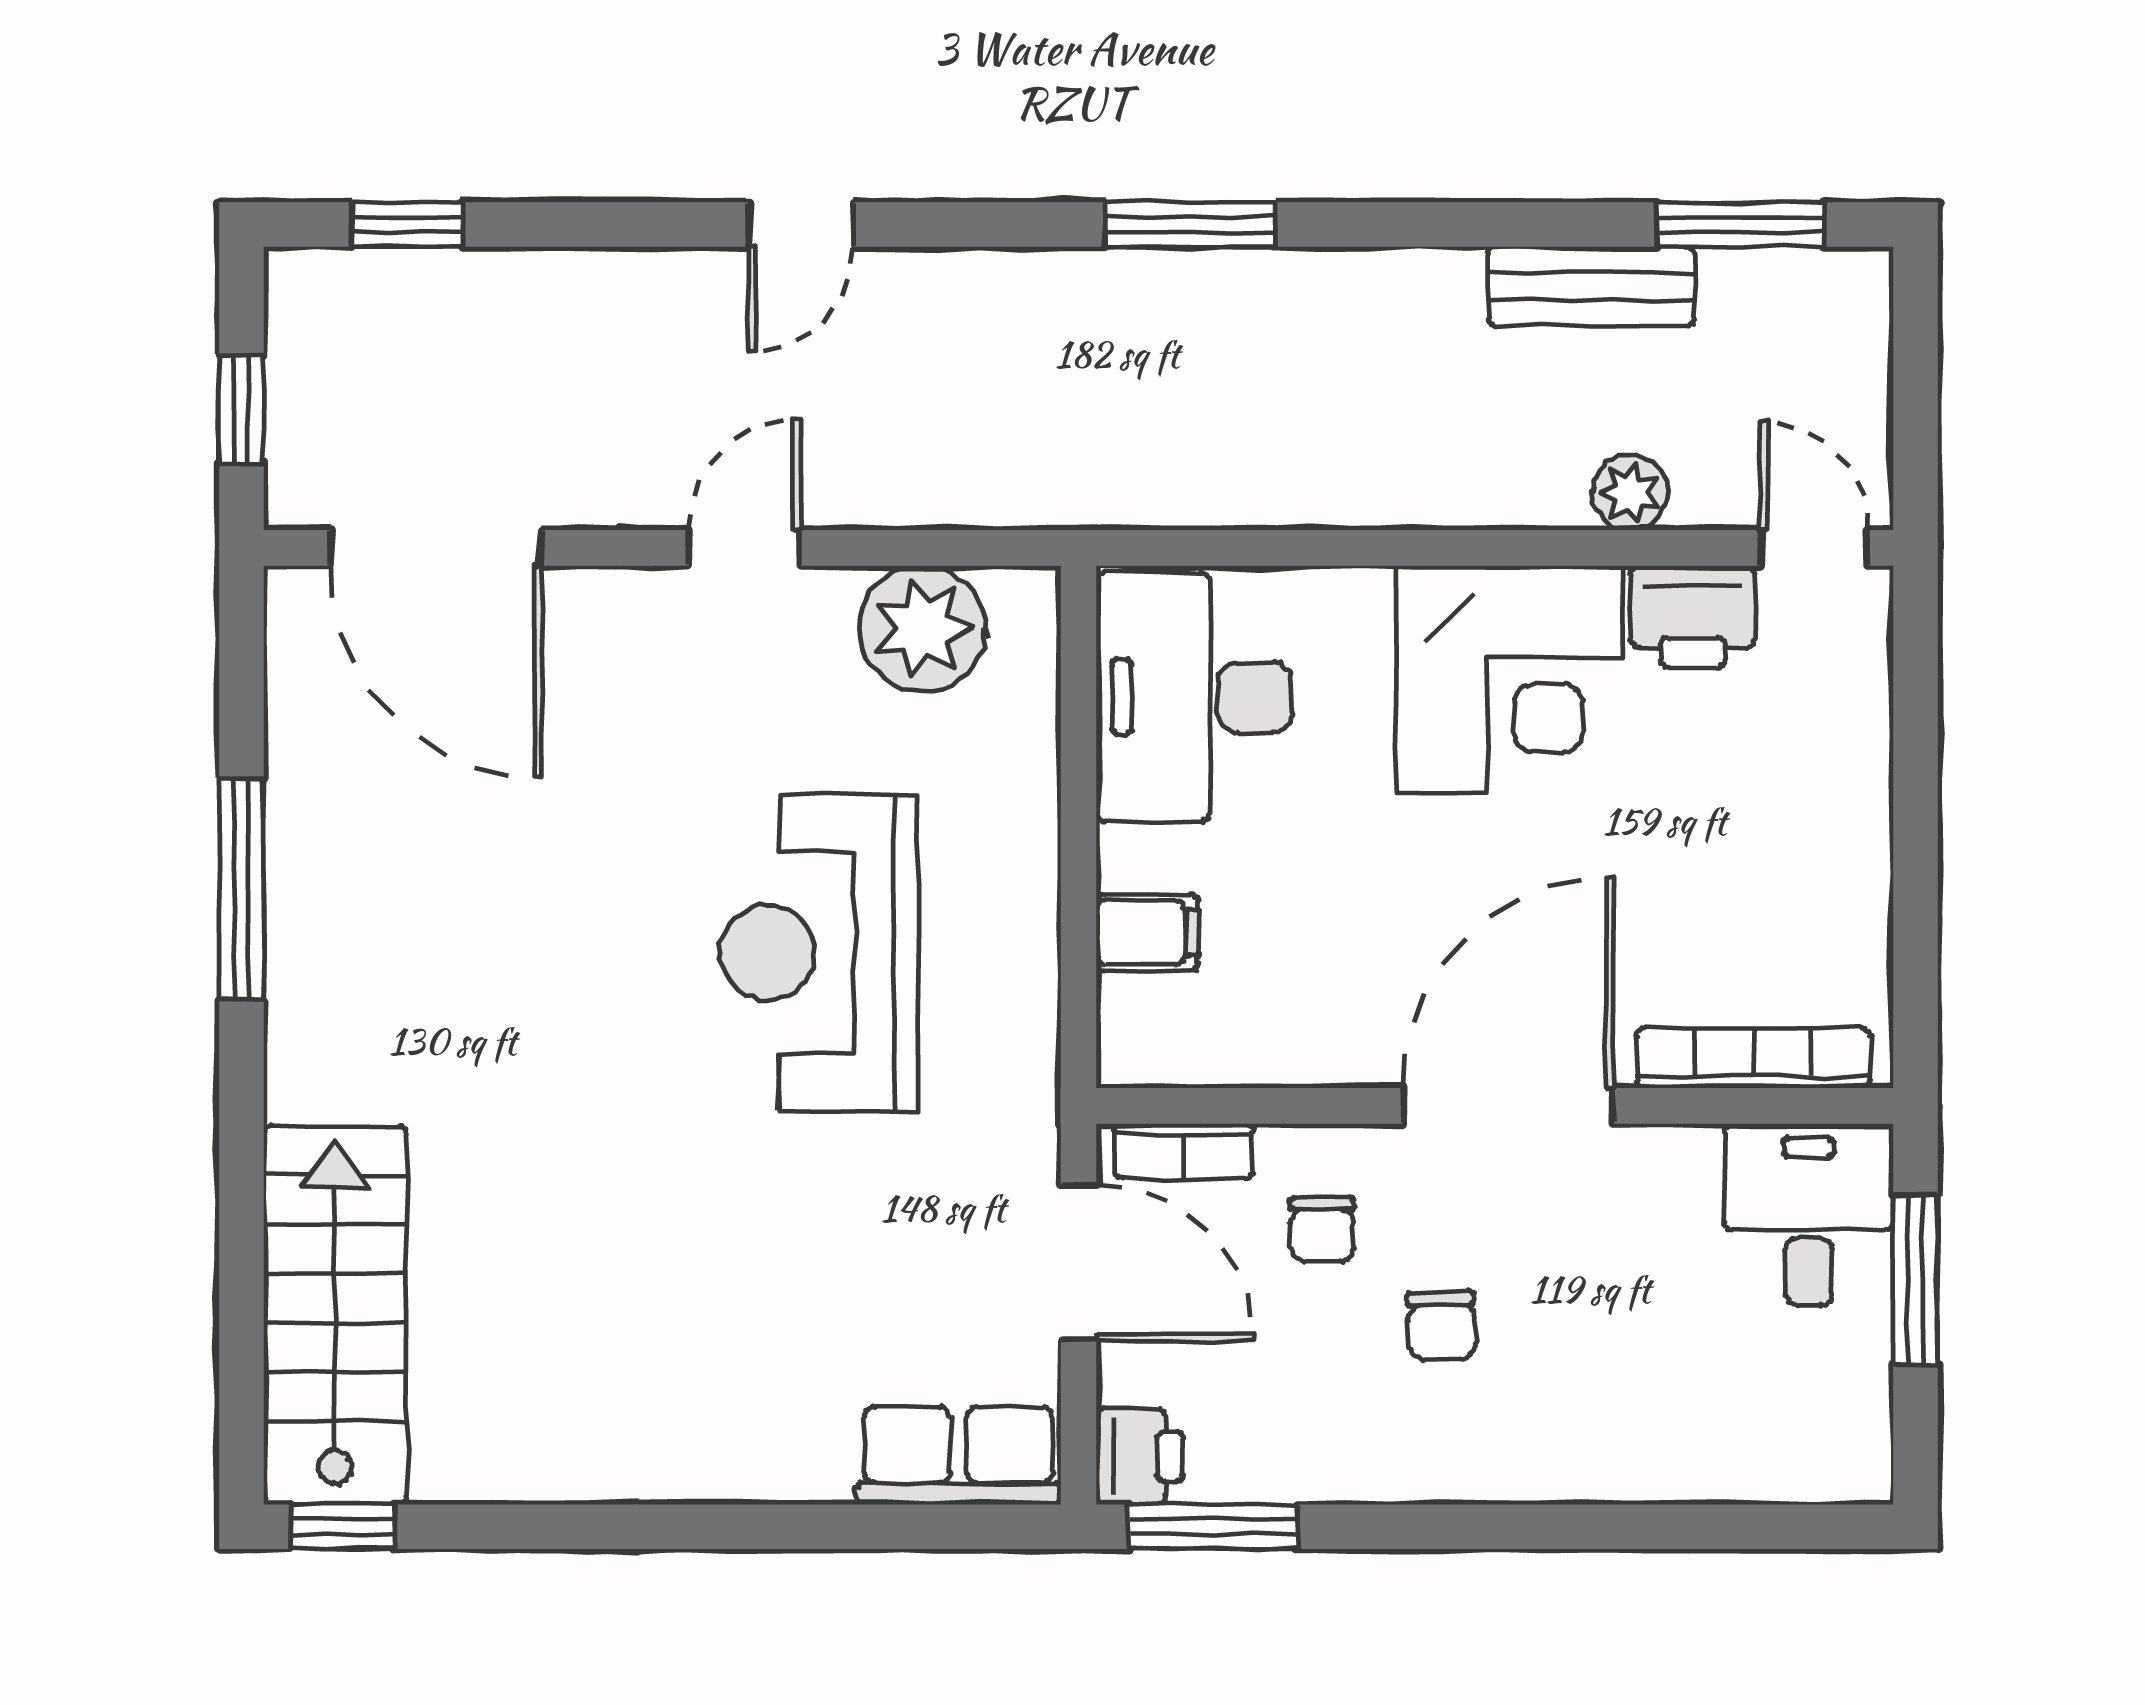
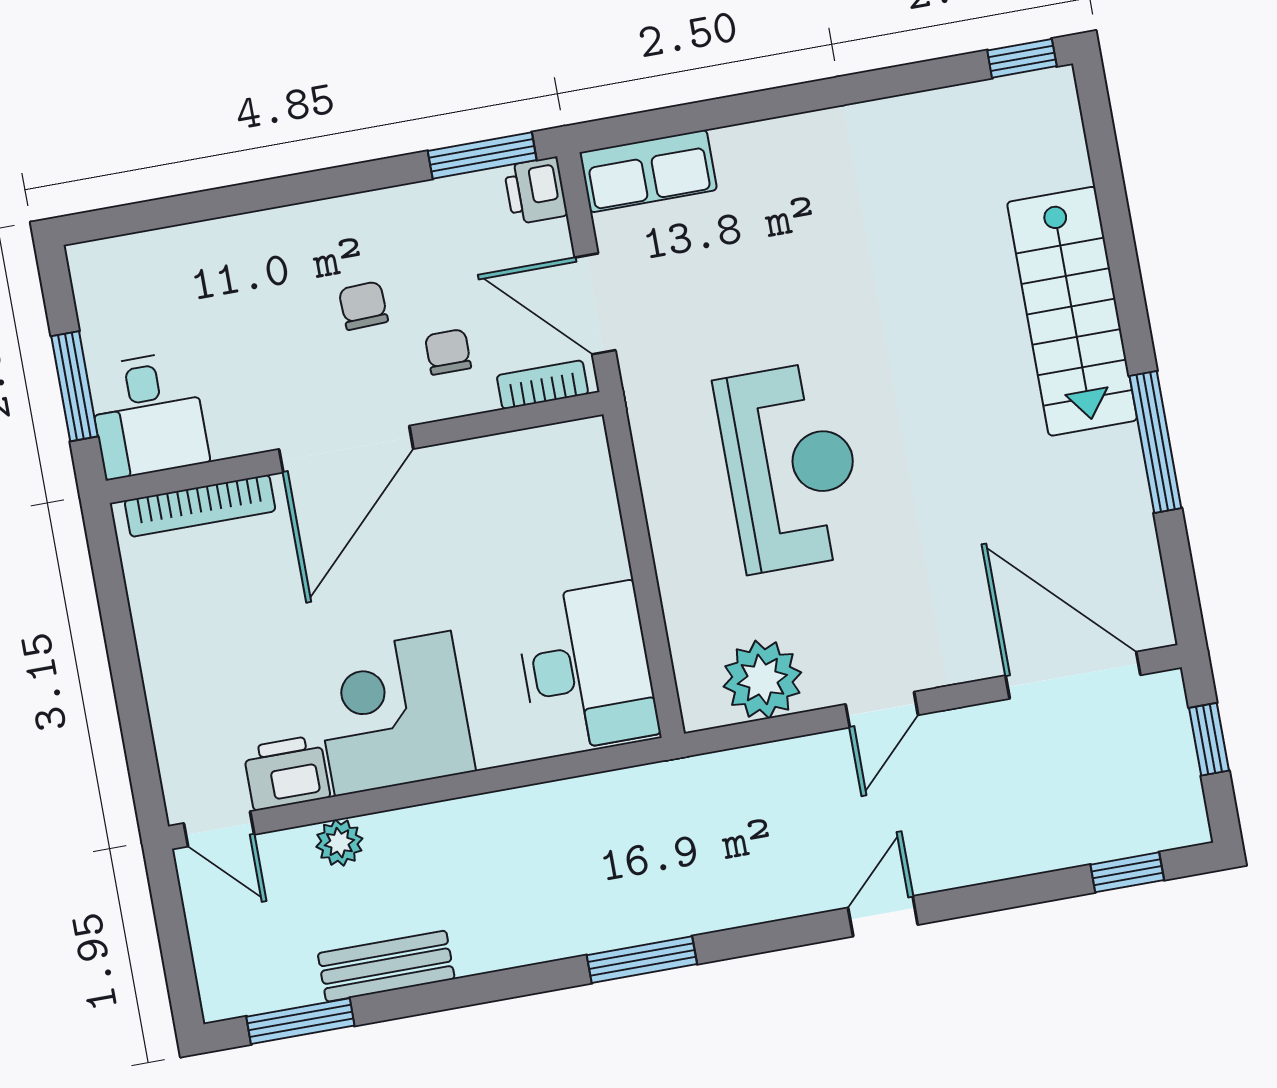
filing cabinet: (1147, 932) -> (589, 516), removed
stairs: (335, 1315) -> (1072, 311), moved

